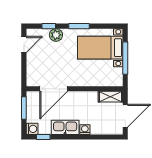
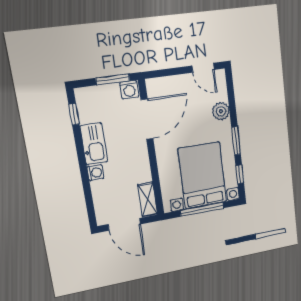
window: (49, 26) -> (240, 174), moved
bed with nightstands: (100, 48) -> (202, 175), width x1.36
door: (54, 89) -> (147, 119), swing flipped
washing machine: (32, 129) -> (129, 90), moved

